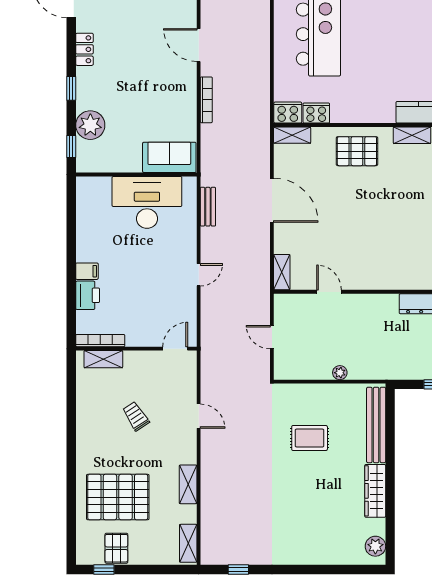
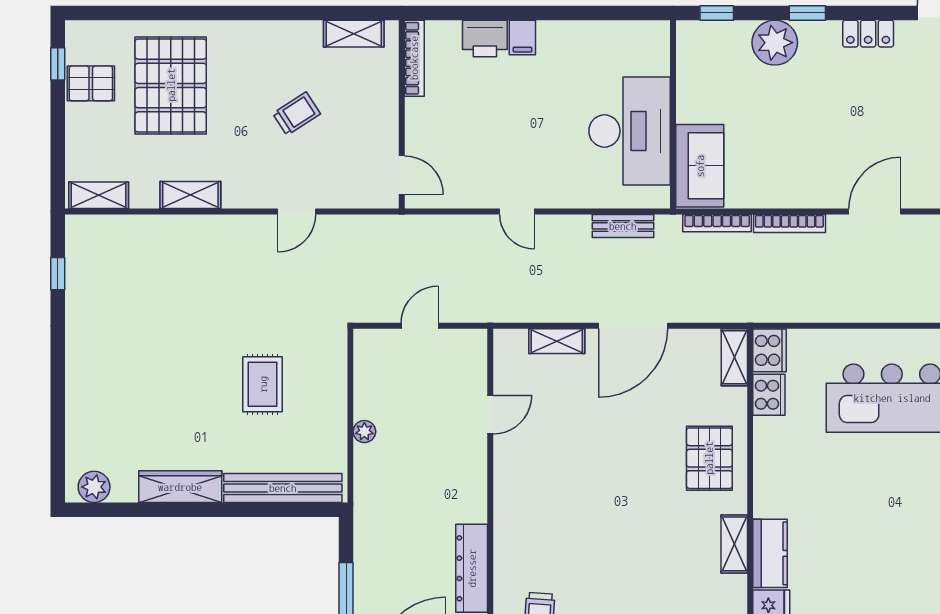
plant: (90, 125) -> (775, 43), moved
bookcase: (206, 146) -> (717, 223), added
shelving: (282, 272) -> (557, 341), moved
shelving: (103, 359) -> (354, 34), moved, turned 90

